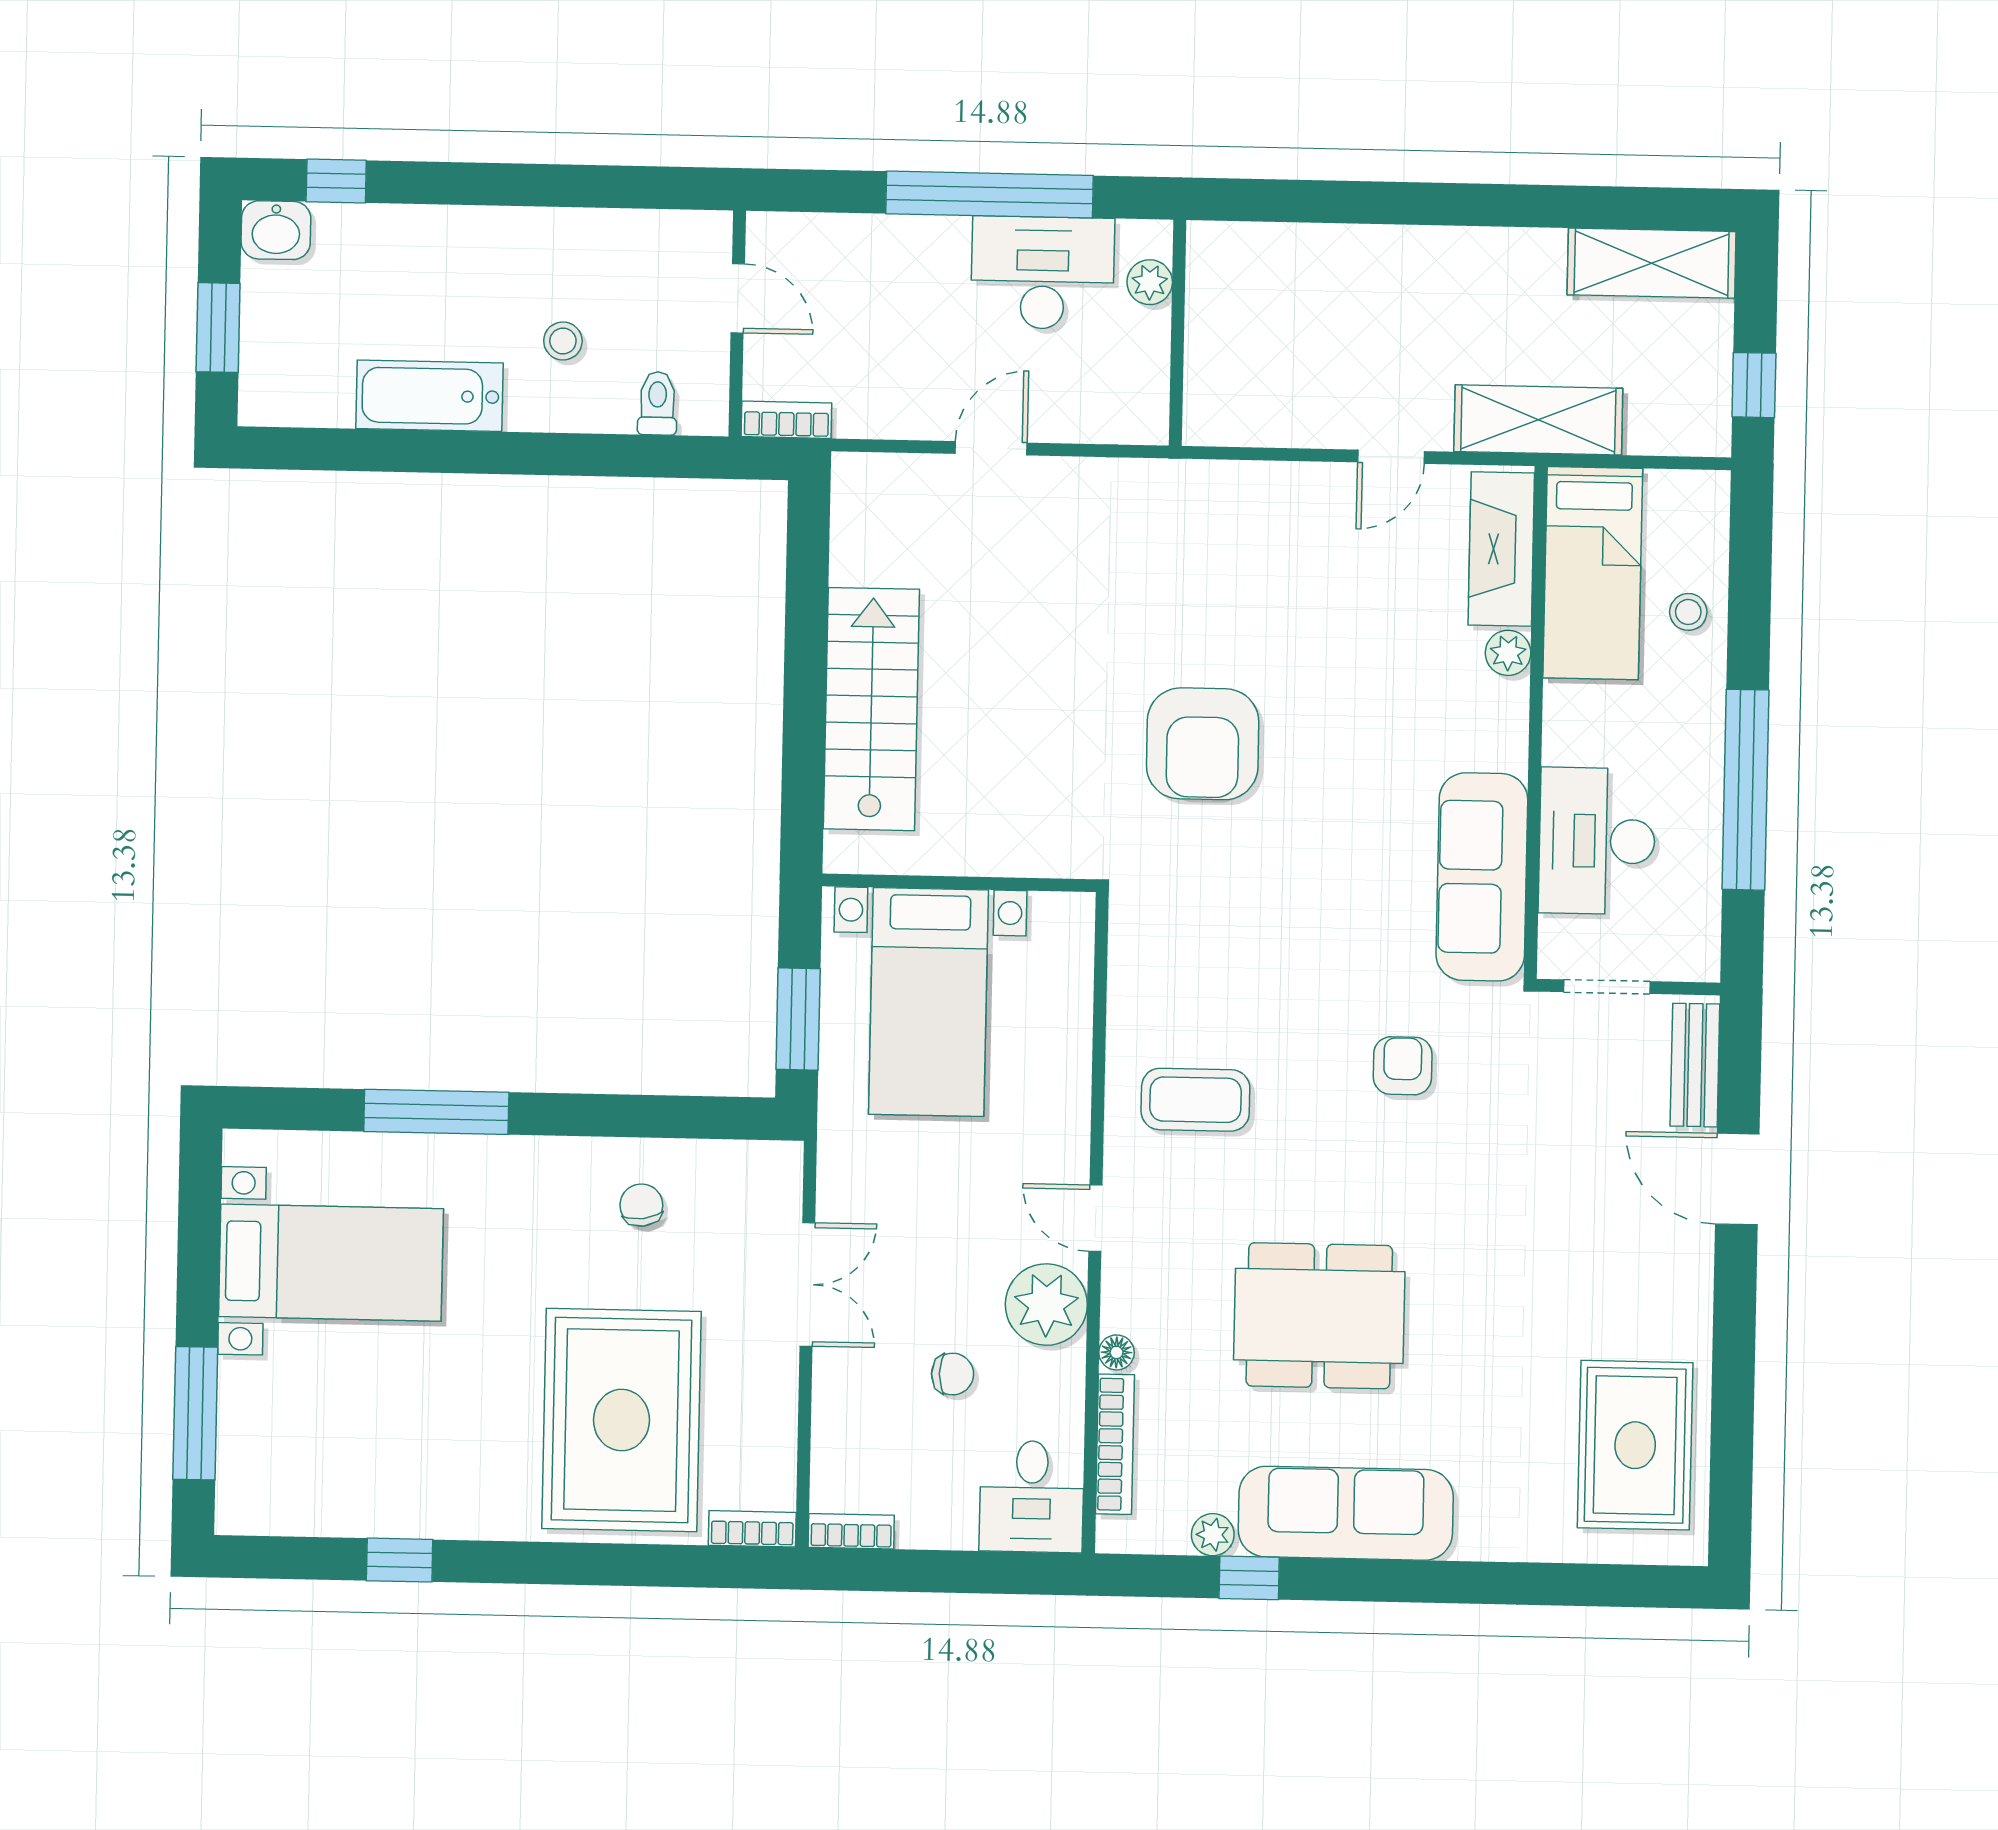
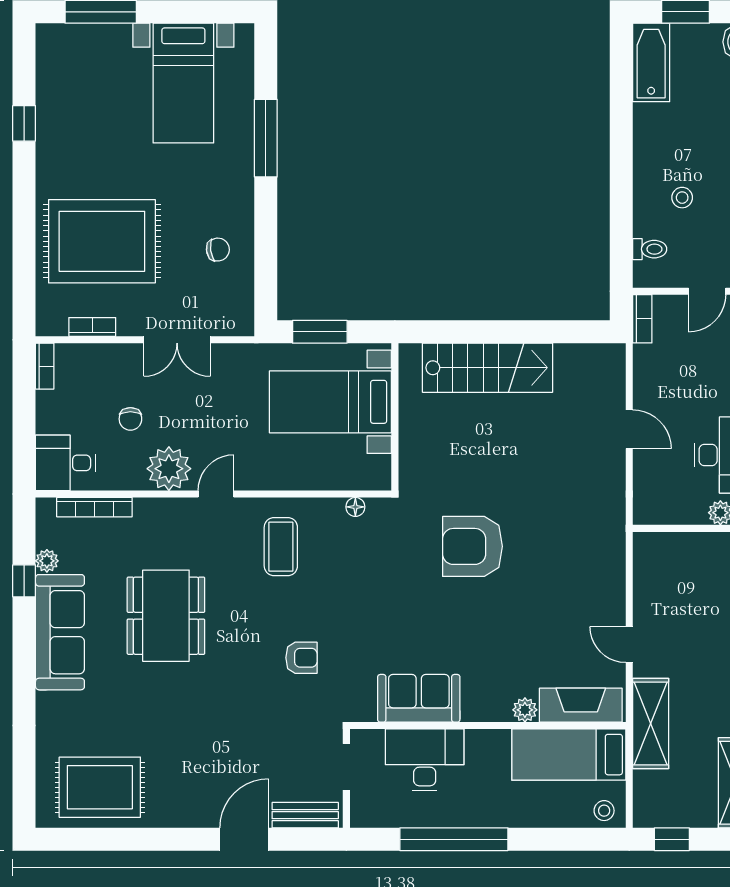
bathtub: (430, 396) -> (651, 62), moved
stool: (1688, 612) -> (604, 811), moved
sofa: (1482, 877) -> (419, 698), width x0.73
floor lamp: (1116, 1352) -> (355, 507), moved
bookcase: (752, 1529) -> (92, 327), moved, turned -90

